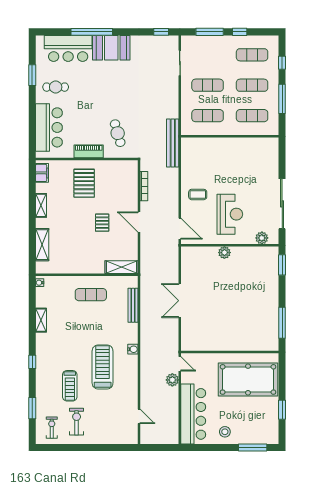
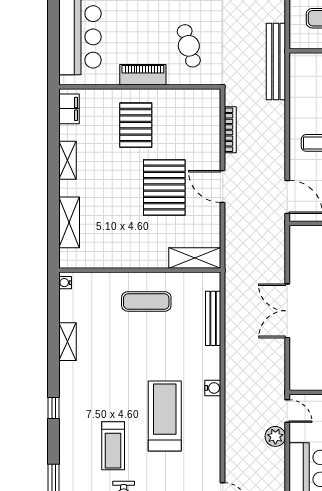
pallet: (102, 223) -> (164, 188), width x2.05, depth x2.00

